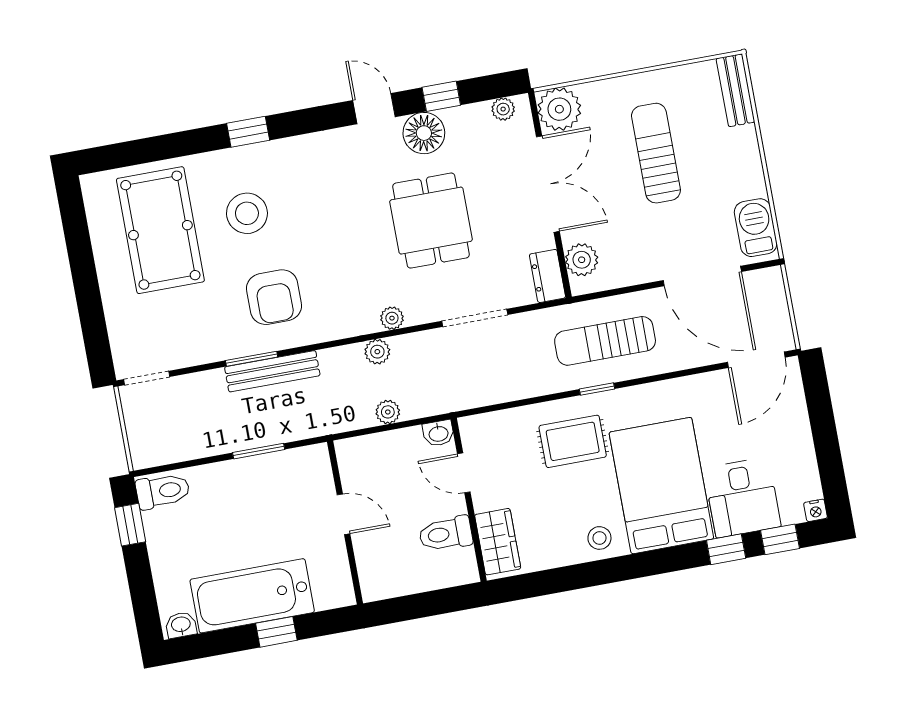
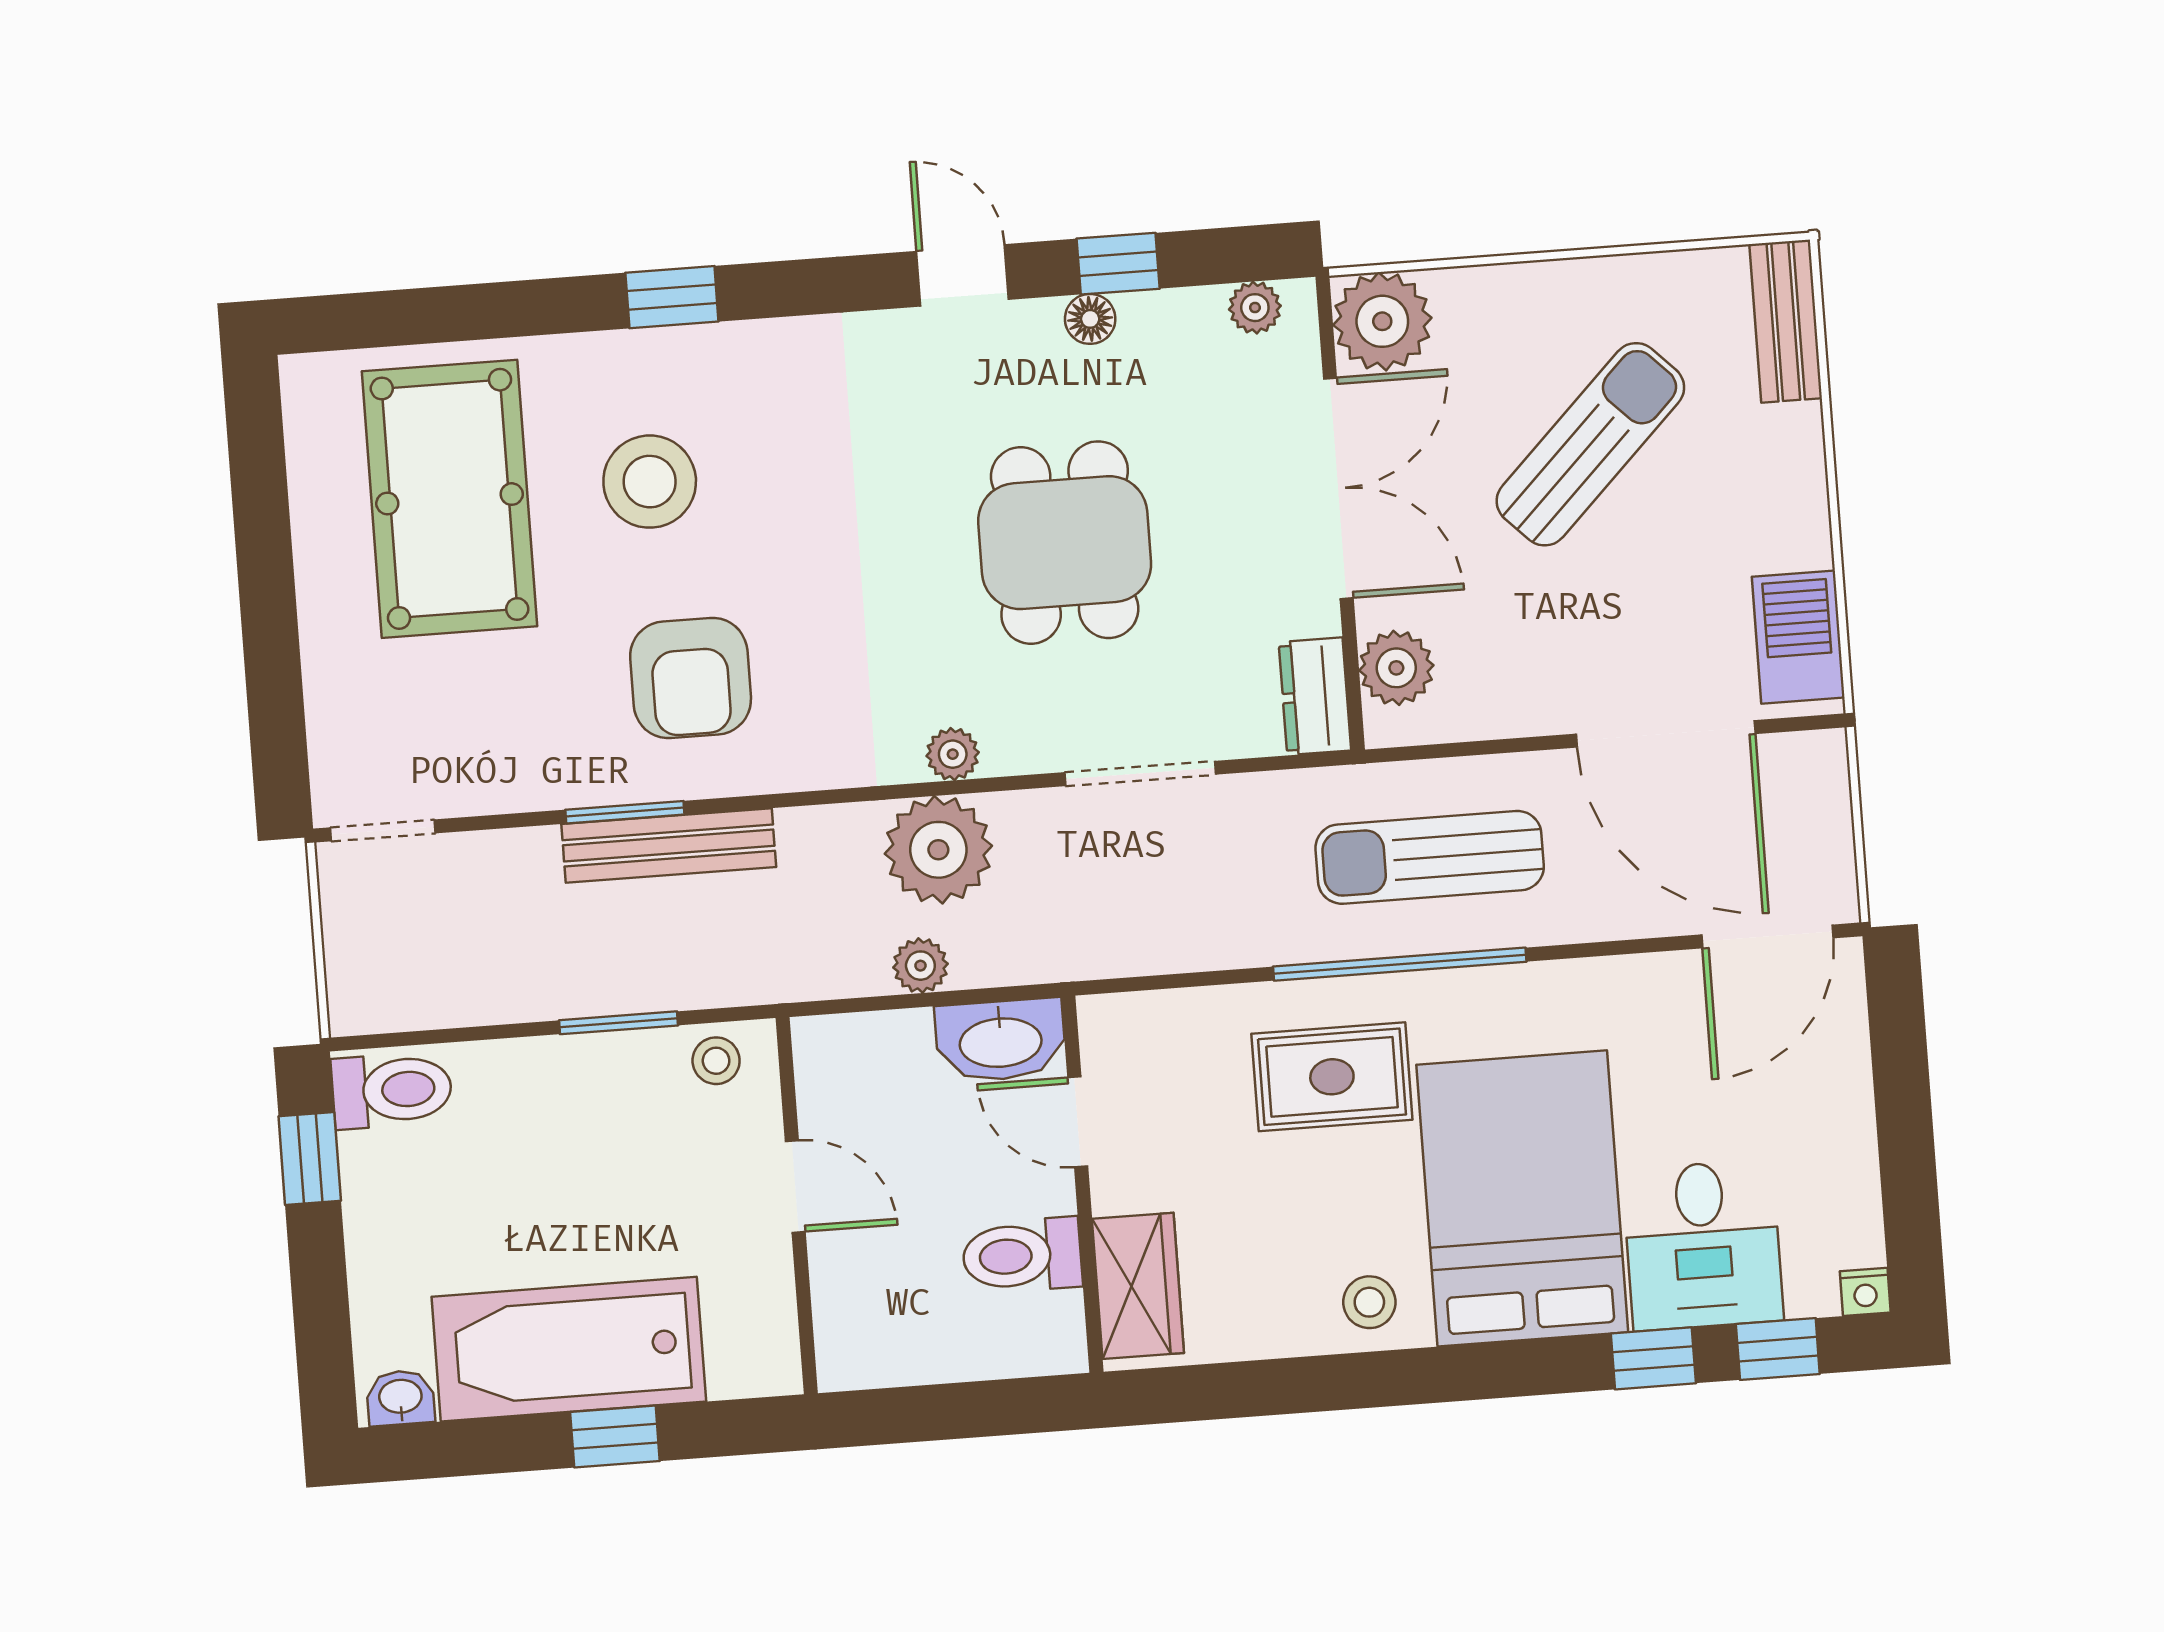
floor lamp: (424, 133) -> (1090, 319), width x0.53, depth x0.53
sun lounger: (656, 153) -> (1590, 444), turned 45
plant: (377, 352) -> (938, 850), width x1.88, depth x1.88
window: (597, 389) -> (1400, 964), width x3.17
washbasin: (438, 433) -> (1000, 1040), width x1.91, depth x1.45
stool: (303, 463) -> (716, 1061), added

